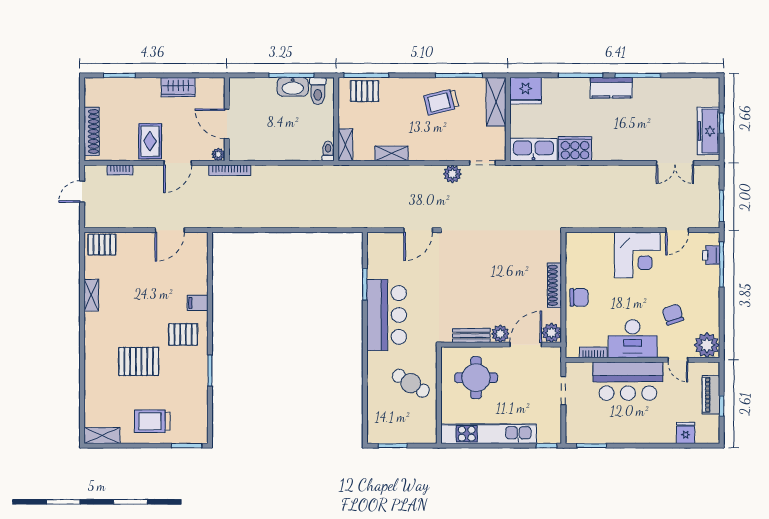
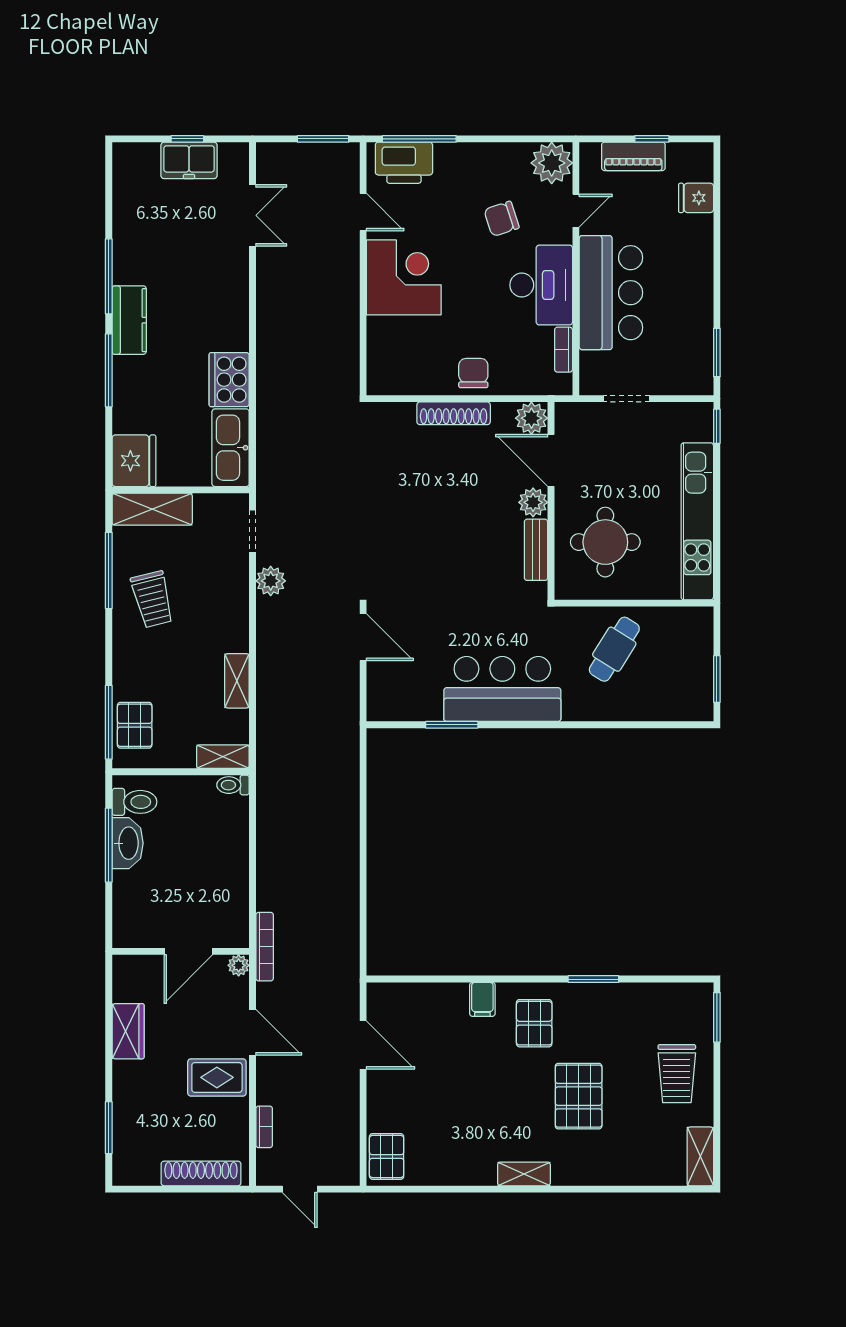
freezer: (708, 131) -> (189, 160), width x0.71
printer: (711, 255) -> (404, 163), width x1.87, depth x1.48
shelving: (91, 295) -> (524, 1174), moved

